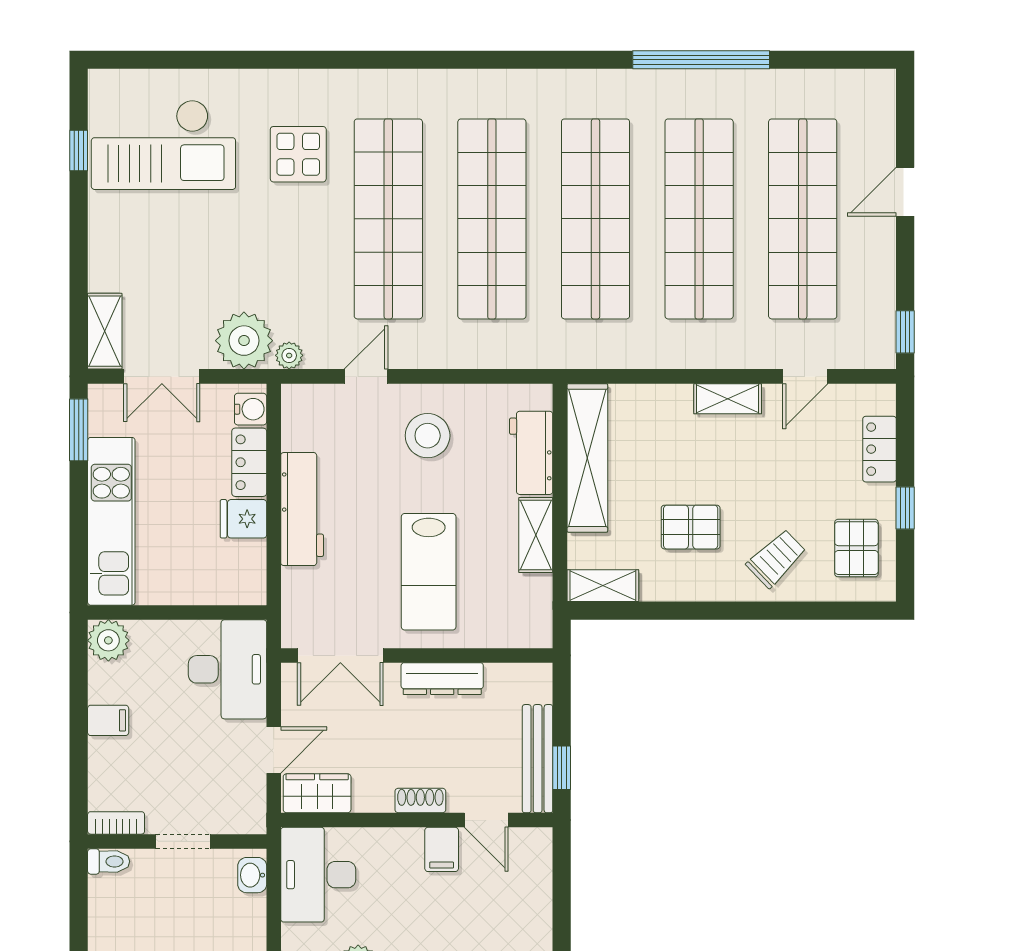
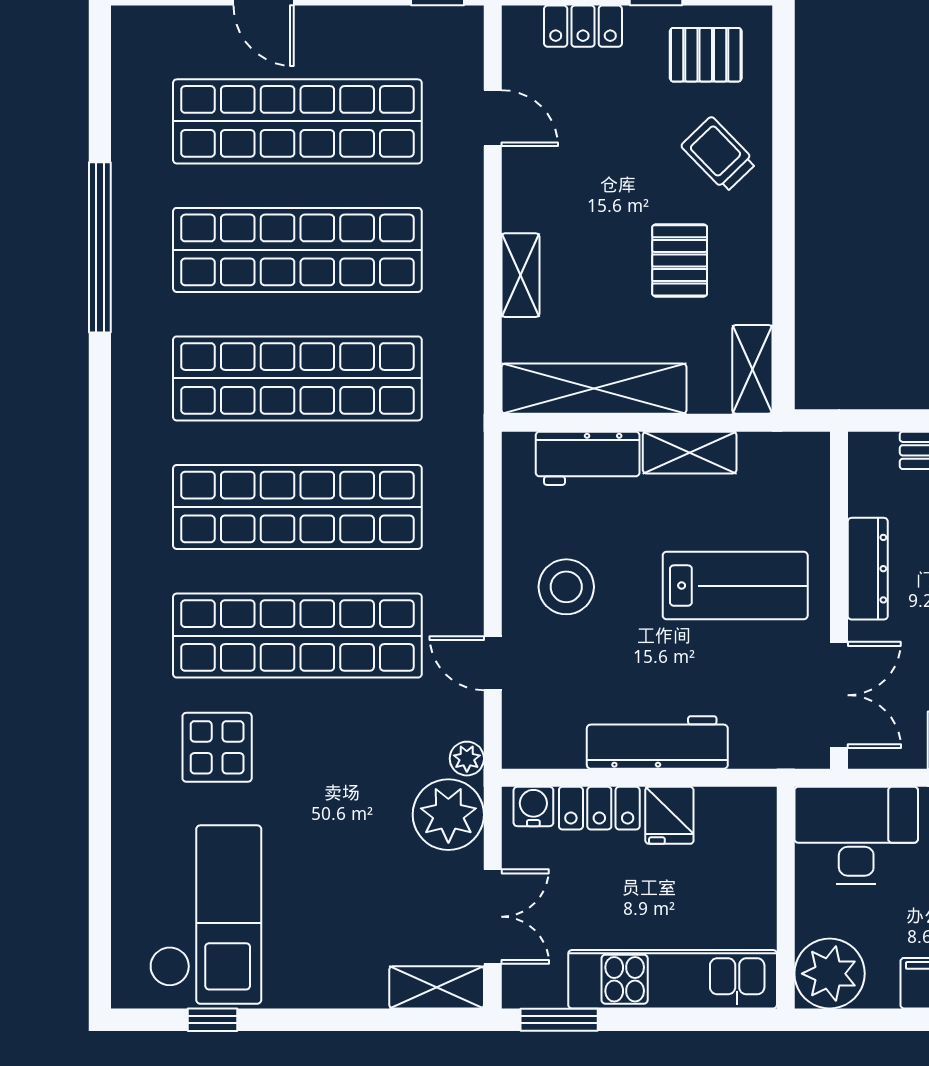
shelving: (728, 399) -> (520, 275), moved
plant: (108, 640) -> (830, 974), width x1.36, depth x1.36

